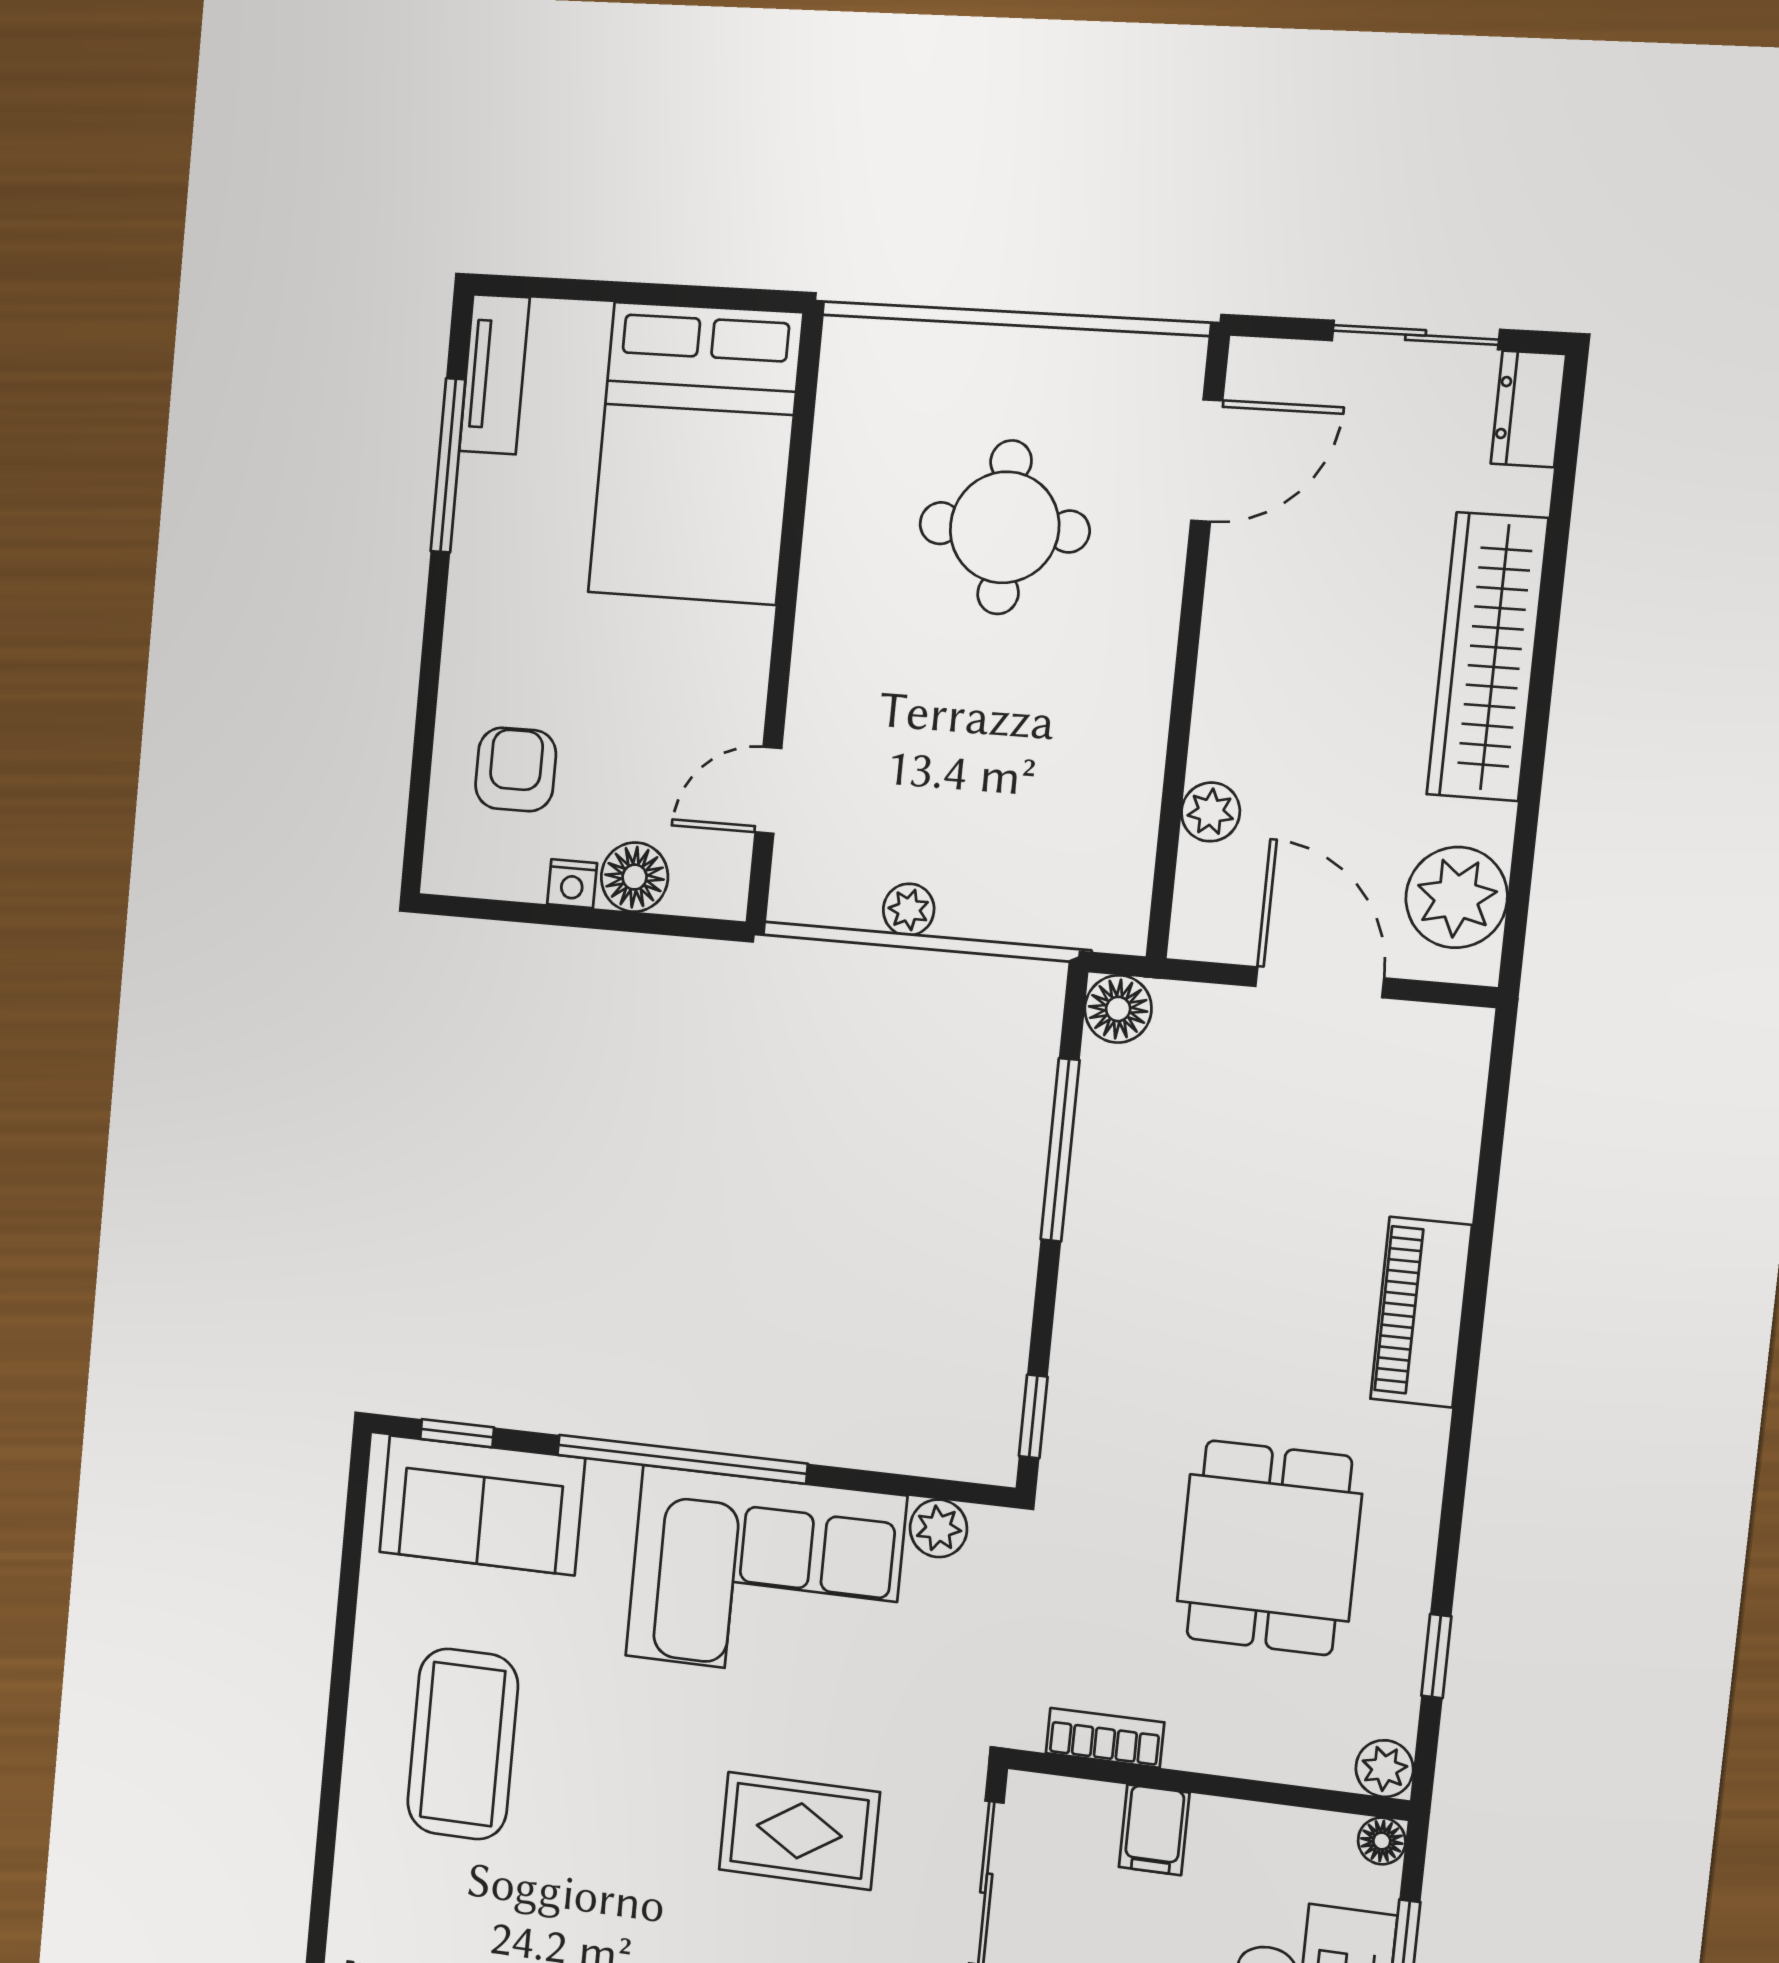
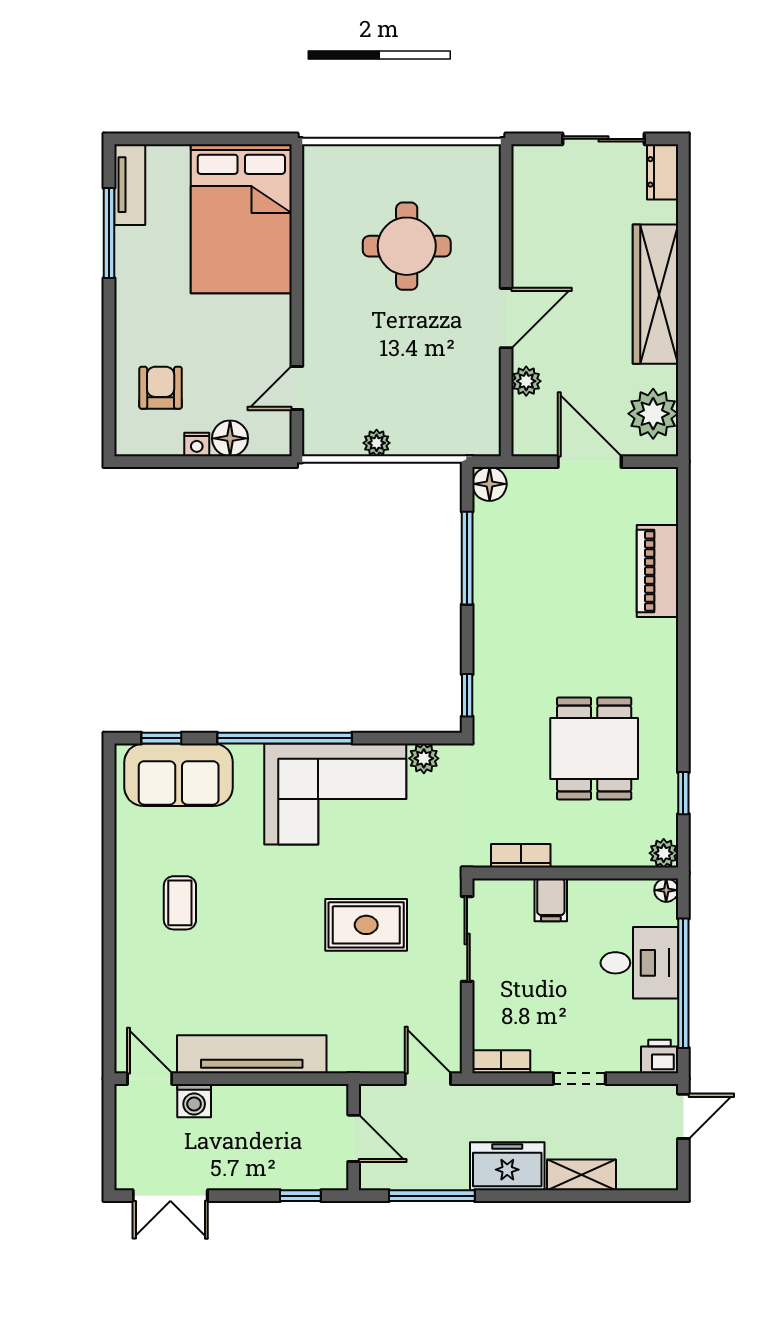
door: (1207, 461) -> (506, 318), moved
piano: (1421, 1312) -> (658, 571), moved
coffee table: (463, 1744) -> (180, 903), width x0.54, depth x0.58

